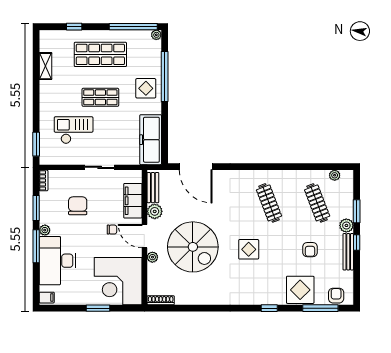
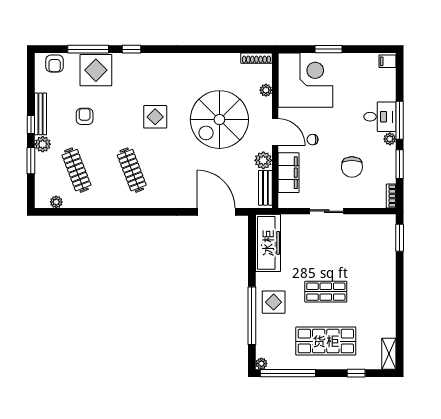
shelving: (46, 66) -> (389, 354), moved
checkout: (74, 130) -> (357, 254), removed
spiral stairs: (193, 247) -> (219, 120), turned -90
plant: (152, 257) -> (266, 90), moved
desk: (57, 261) -> (380, 117), width x0.53, depth x0.77
window: (320, 308) -> (88, 49), moved

